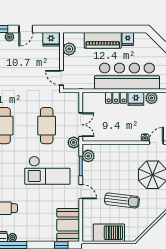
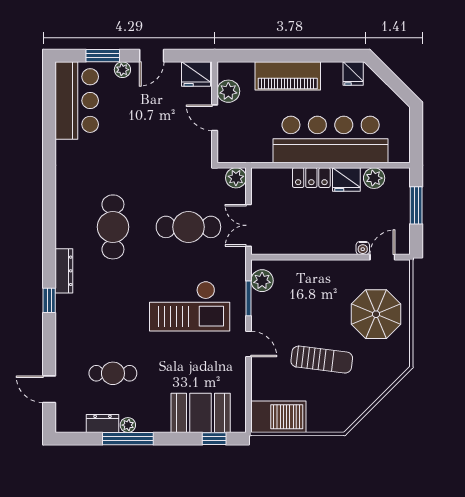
fridge: (128, 39) -> (353, 74), moved
door: (61, 78) -> (215, 118), moved
double door: (81, 125) -> (249, 225), swing flipped
cafe table: (47, 126) -> (188, 227), turned 90
plant: (74, 142) -> (236, 178), moved
booth: (68, 225) -> (201, 413), moved, turned 90
barbecue: (109, 233) -> (278, 417), moved

